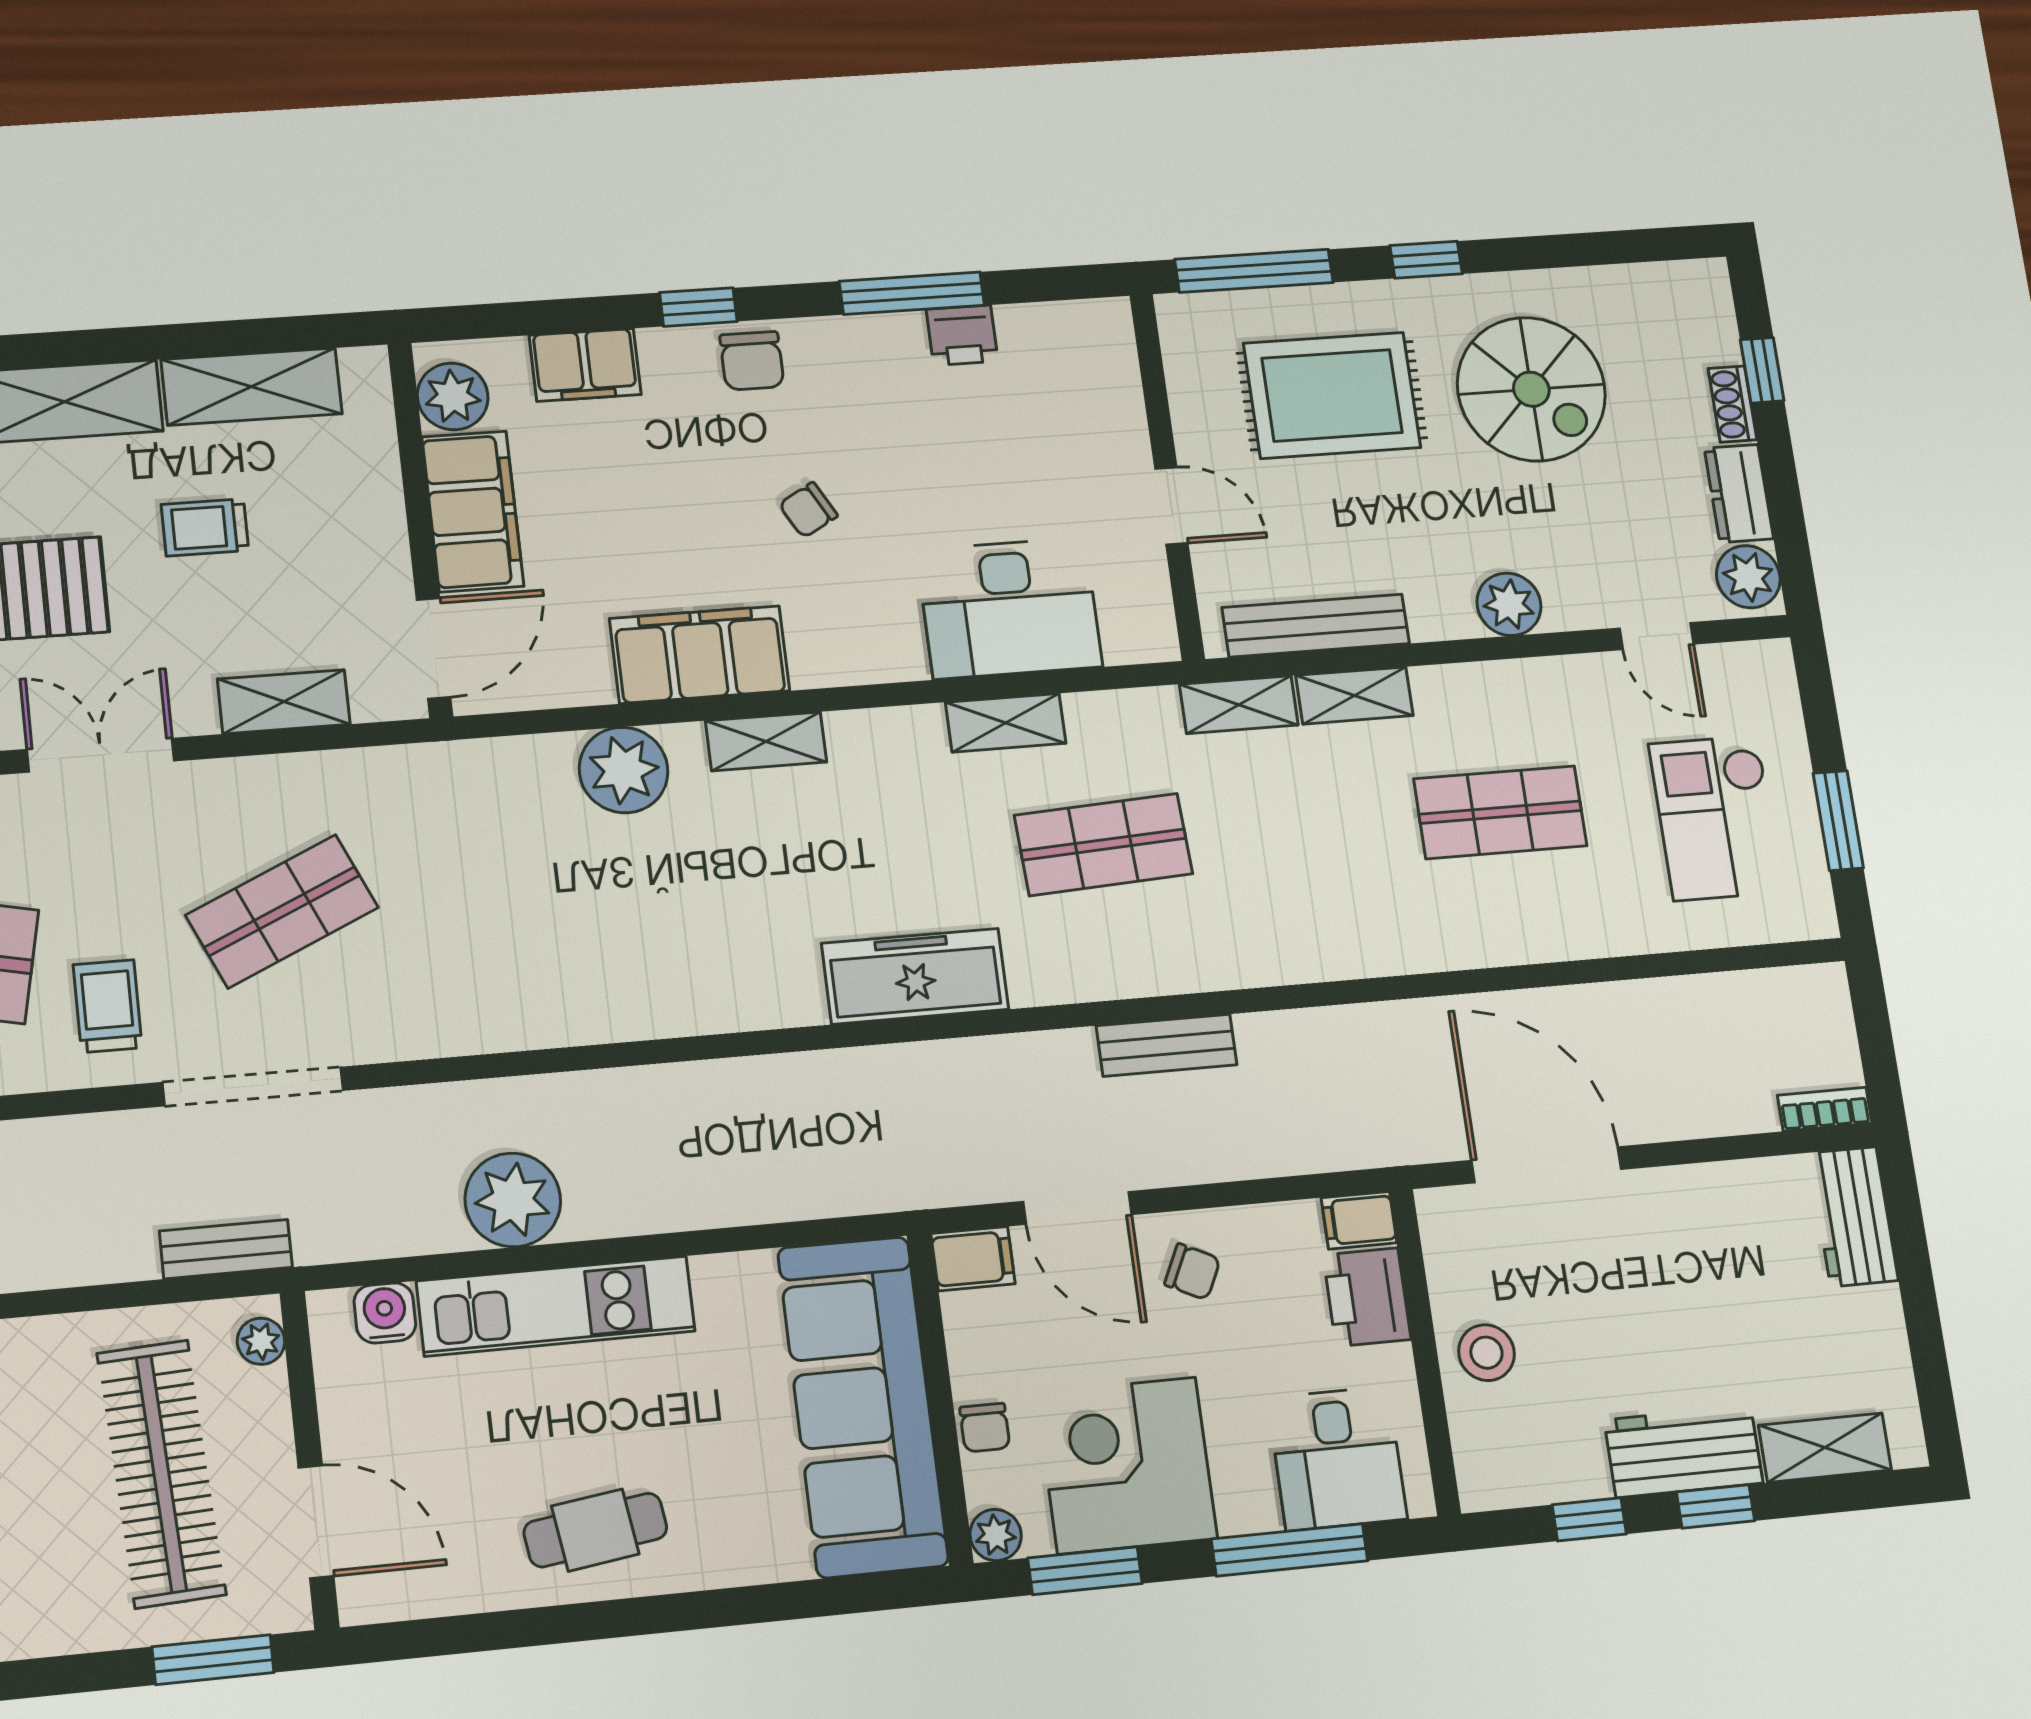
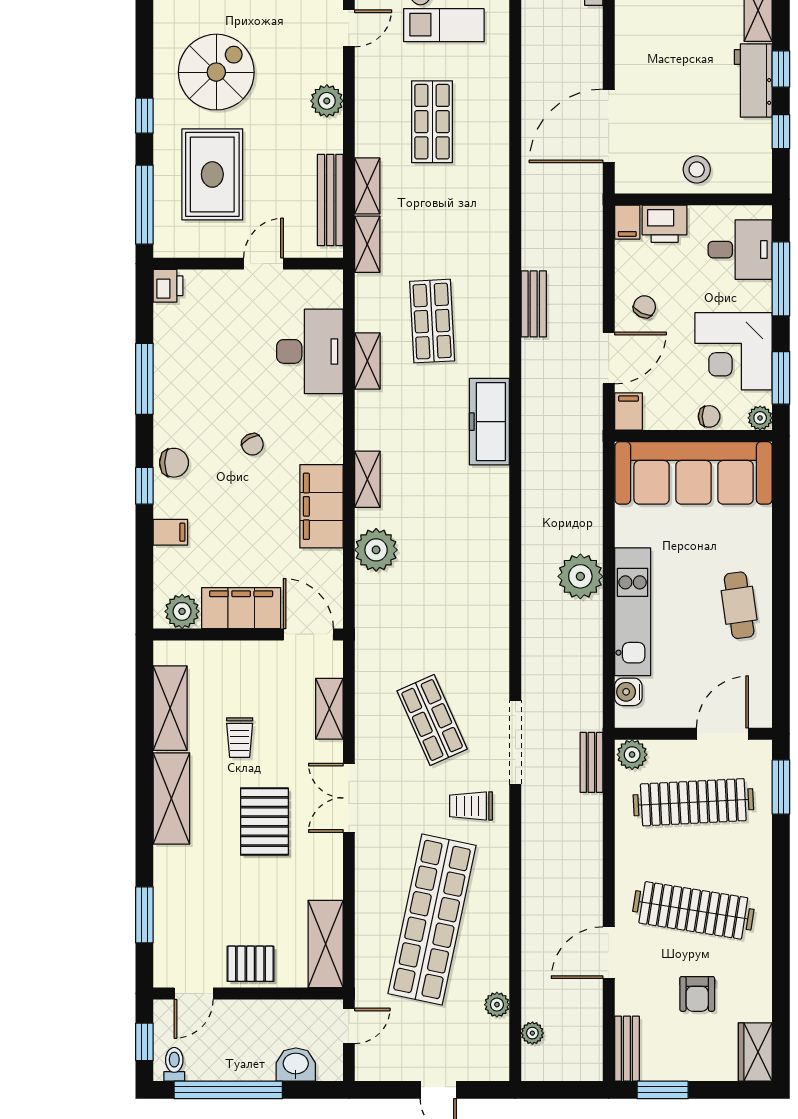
printer: (962, 335) -> (168, 286), moved
filing cabinet: (585, 365) -> (170, 532), width x0.50
plant: (513, 1200) -> (580, 576), moved
plant: (261, 1341) -> (632, 755), width x1.38, depth x1.38

